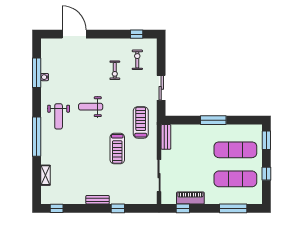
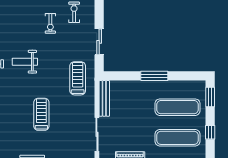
bench: (166, 137) -> (104, 98), width x1.36
treadmill: (117, 149) -> (41, 114), moved, turned 180

